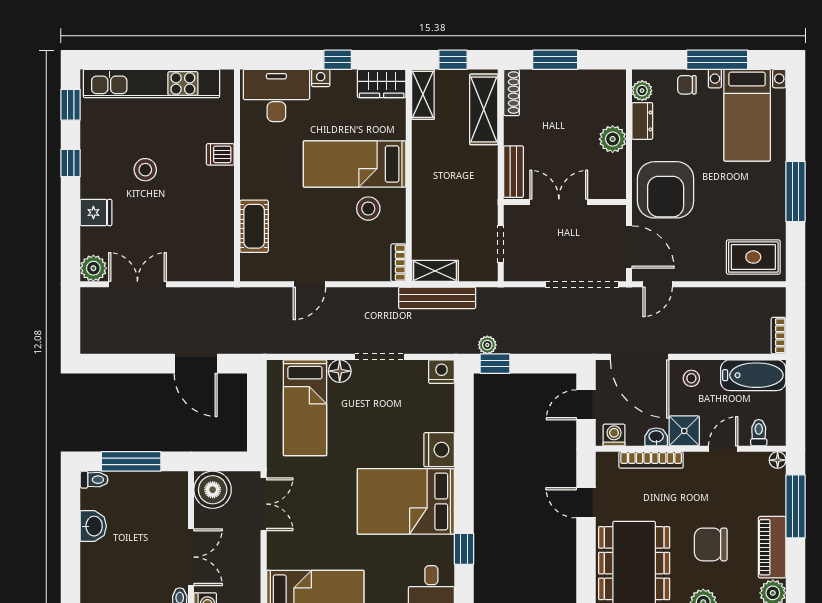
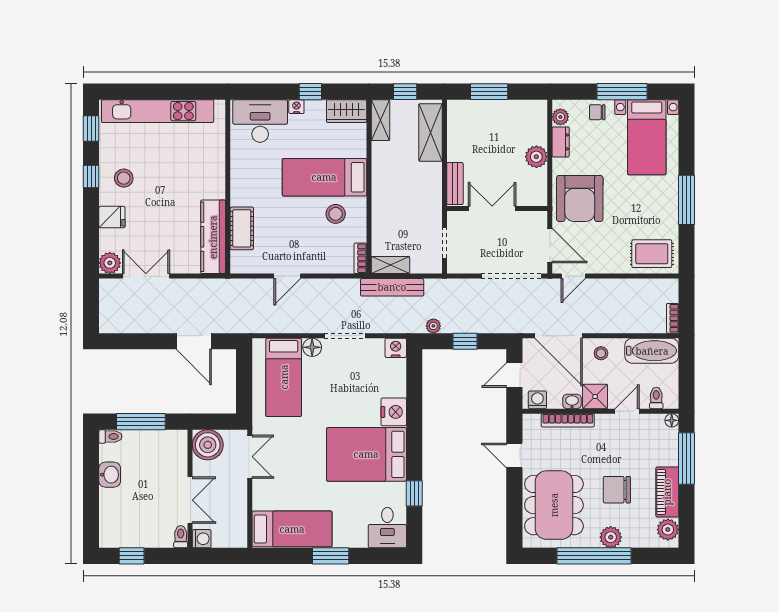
shoe rack: (512, 93) -> (453, 119), removed
dishwasher: (220, 154) -> (214, 169), removed
stool: (145, 170) -> (124, 178), moved
kitchen counter: (219, 236) -> (213, 237), added
window: (495, 364) -> (465, 341), moved

